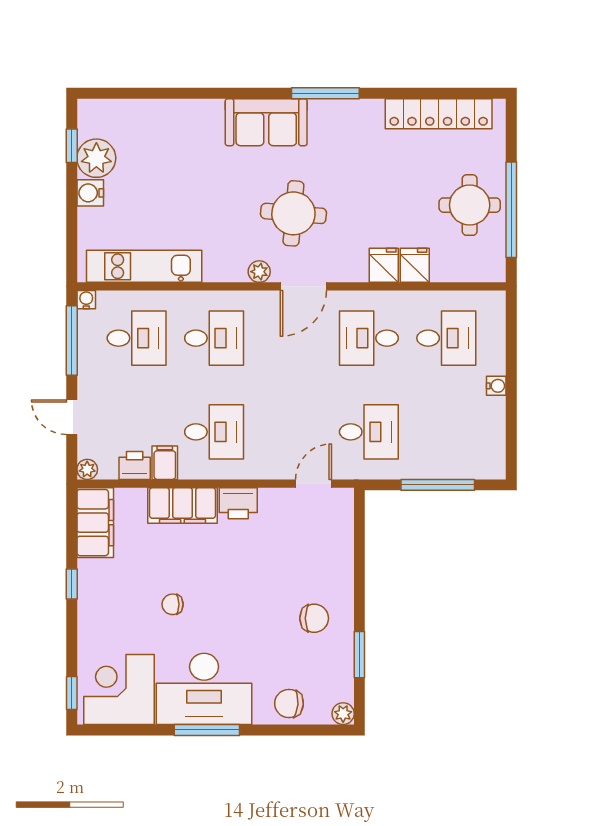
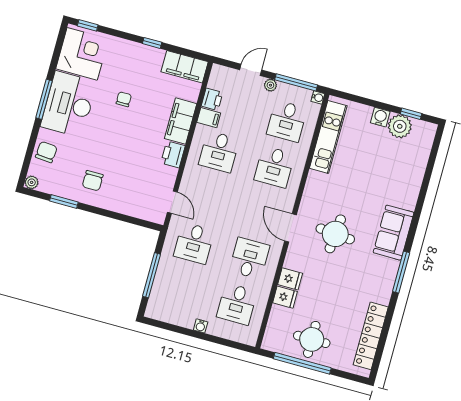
plant: (259, 272) -> (306, 204), removed
plant: (87, 469) -> (270, 85), moved

